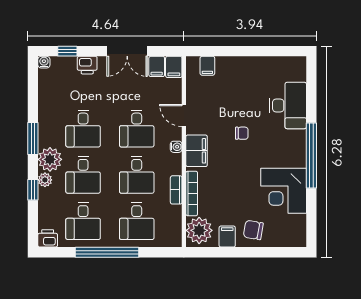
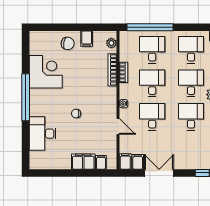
printer: (87, 65) -> (188, 163), removed
filing cabinet: (197, 151) -> (83, 162), moved, turned 90
plant: (199, 230) -> (111, 43), width x0.53, depth x0.53
window: (107, 252) -> (150, 27), moved

